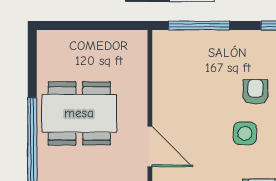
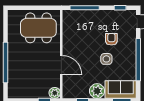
dining table: (79, 113) -> (38, 28), moved

